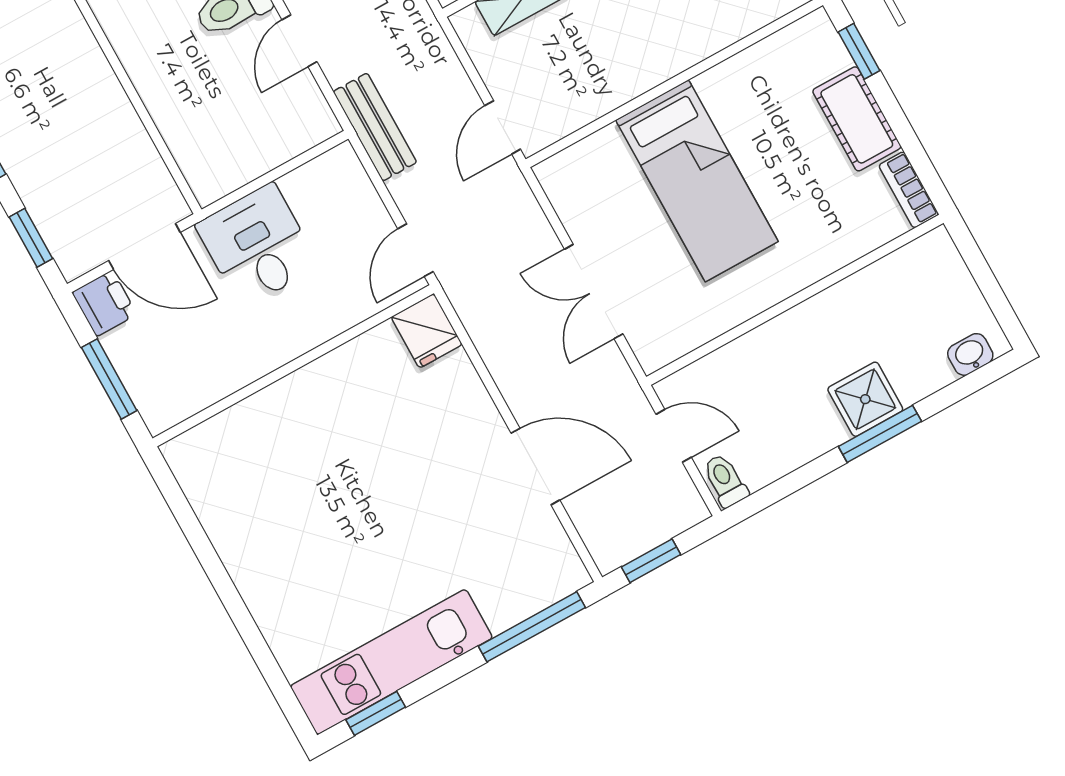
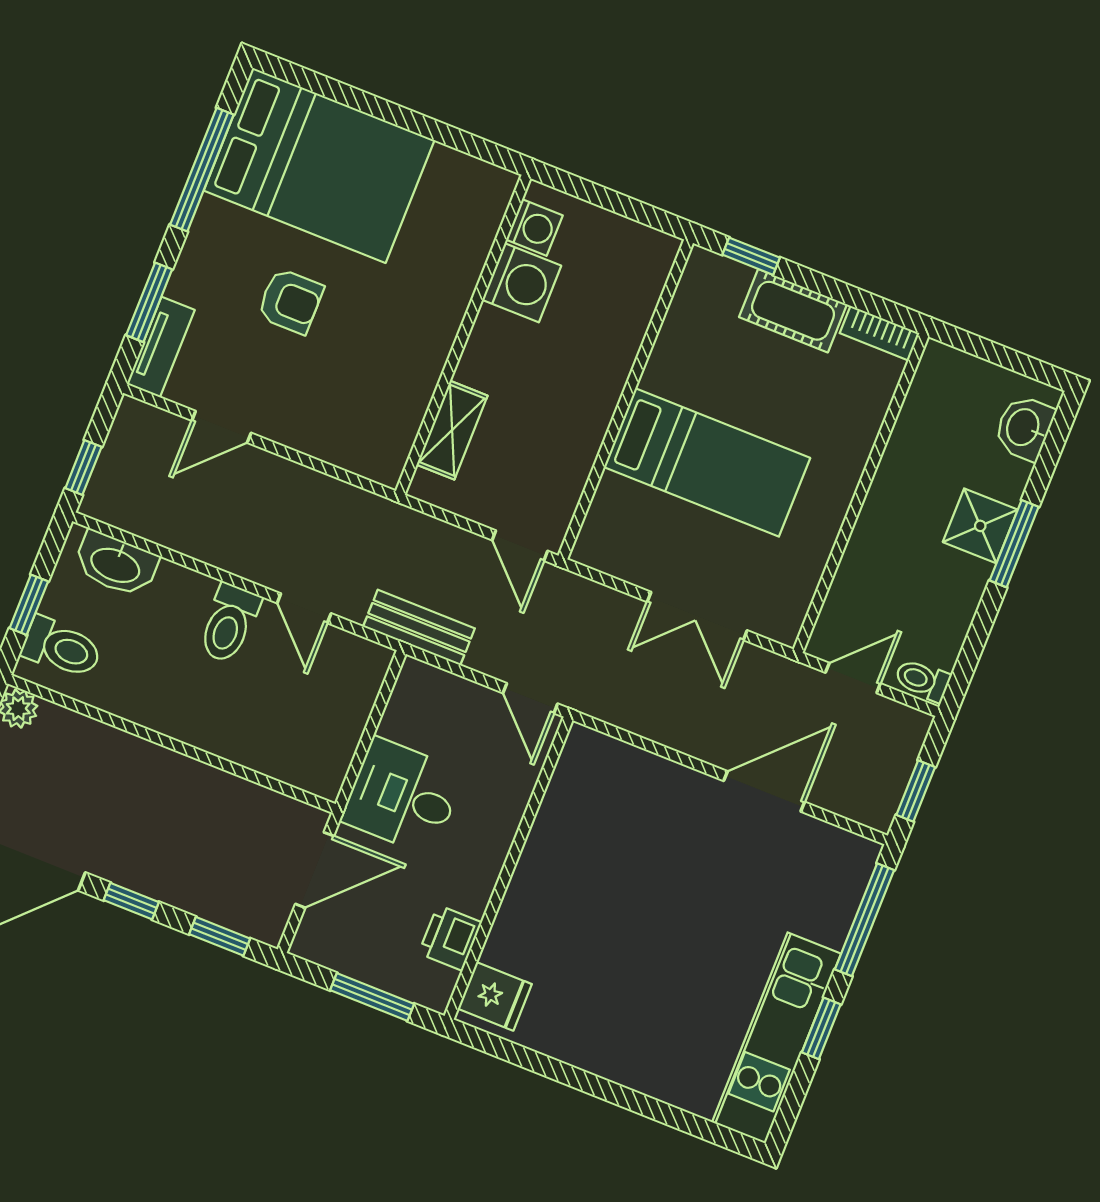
printer: (104, 303) -> (450, 938), moved, turned -90
fridge: (427, 331) -> (495, 996), moved
washbasin: (970, 354) -> (1024, 428), width x1.38, depth x1.45
window: (376, 713) -> (821, 1028), moved

